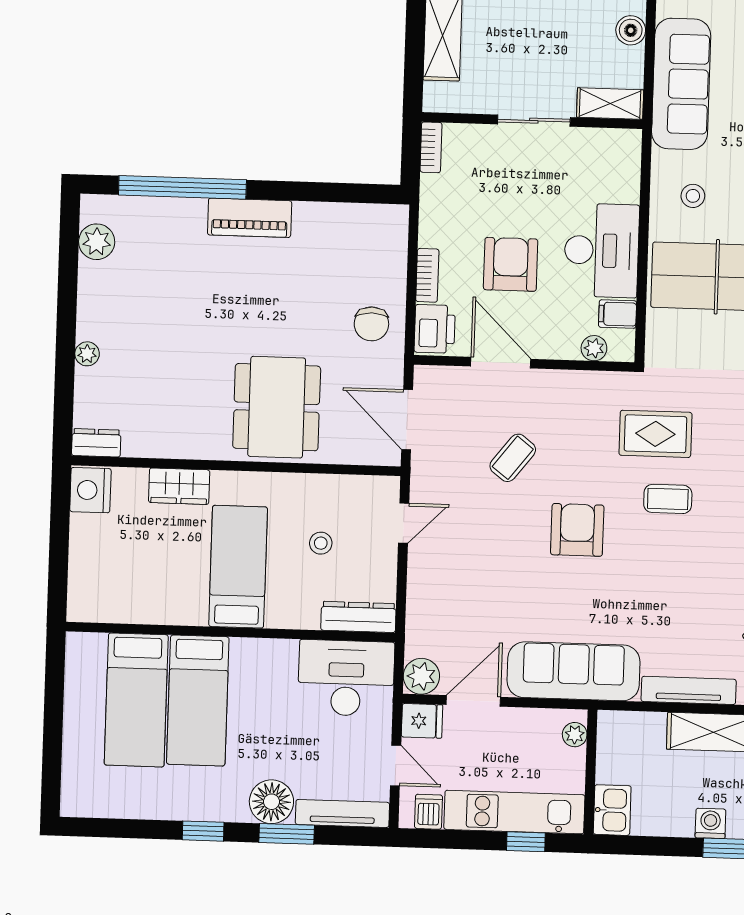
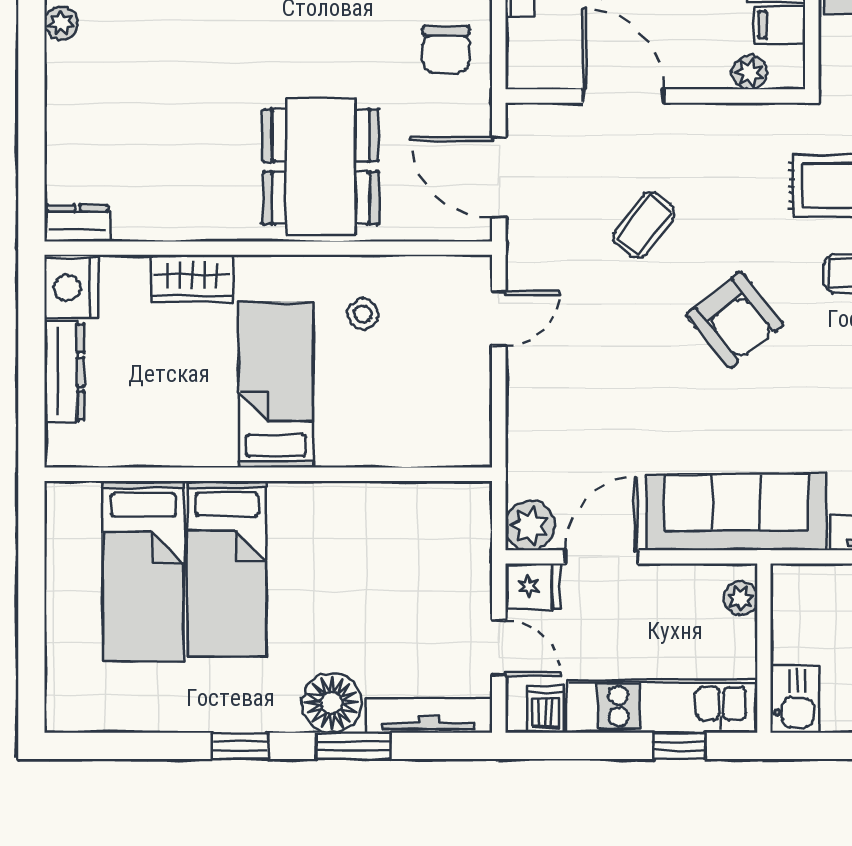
printer: (435, 329) -> (532, 53), removed
plant: (87, 354) -> (61, 23), moved
armchair: (577, 530) -> (735, 320), turned 141
stool: (321, 543) -> (363, 314), moved
dresser: (358, 617) -> (64, 372), moved, turned 90
desk: (346, 678) -> (428, 532), removed

